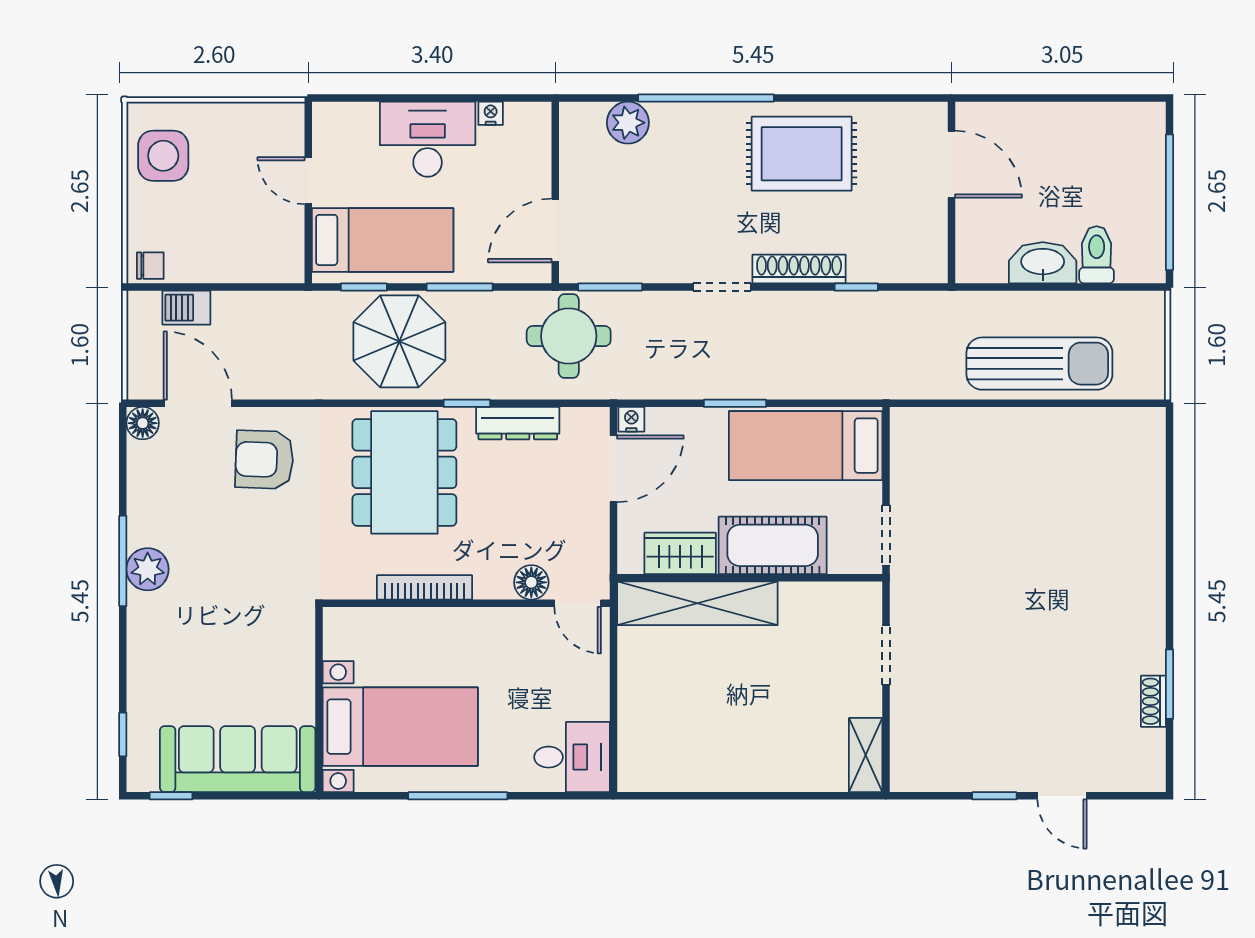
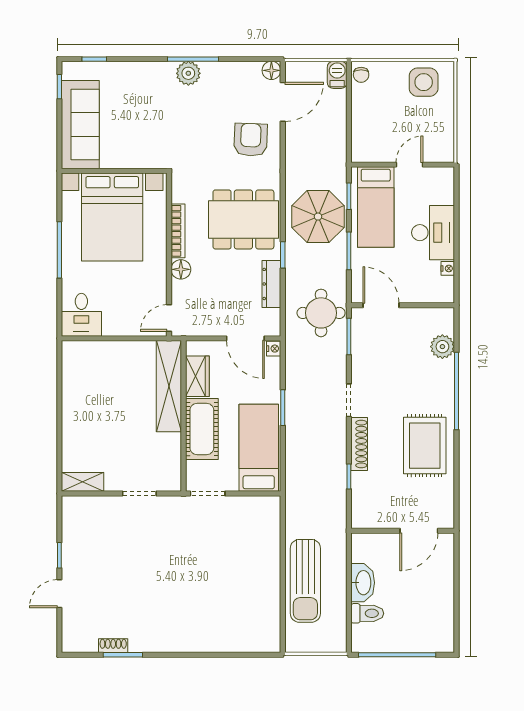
barbecue: (186, 308) -> (337, 75), moved
floor lamp: (531, 582) -> (181, 269), moved
bed with nightstands: (400, 727) -> (112, 217), width x1.36

